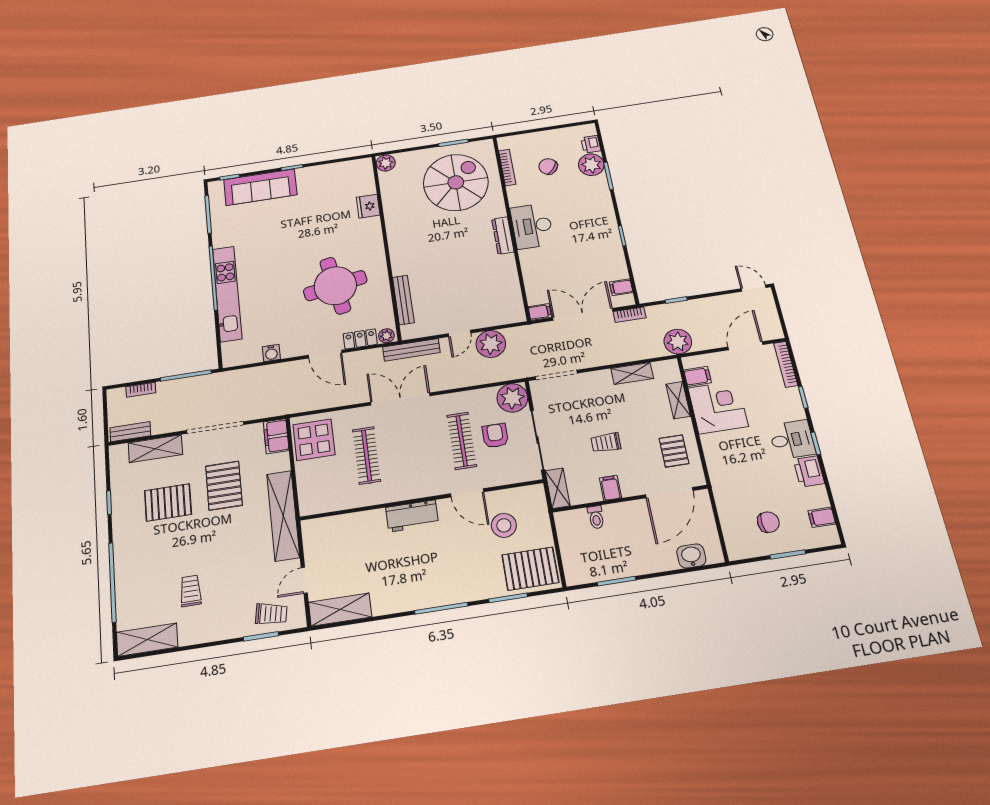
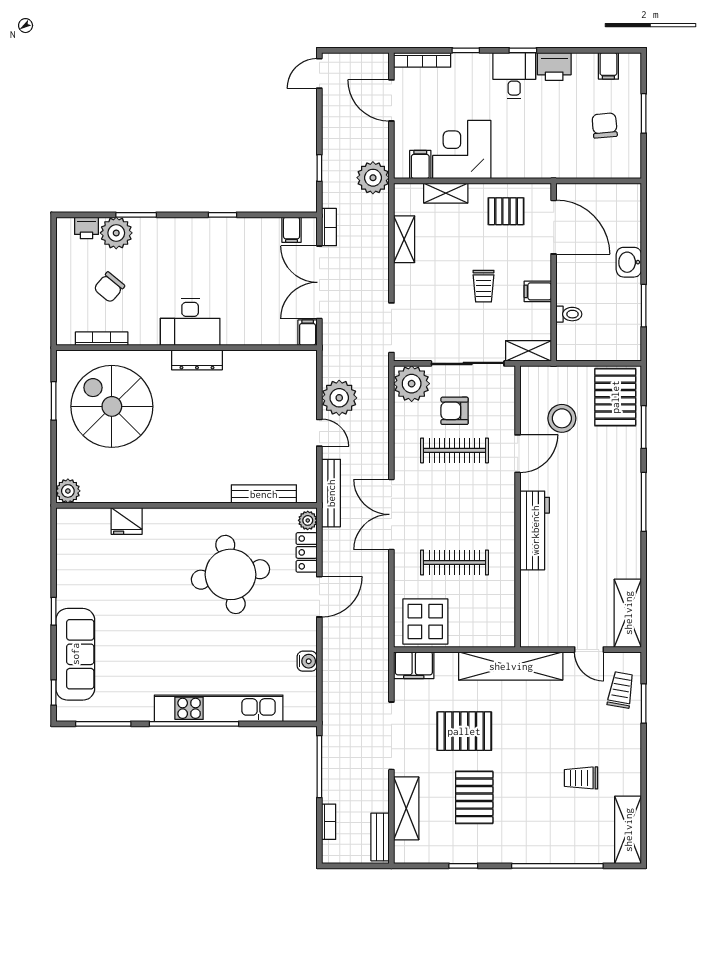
workbench: (412, 516) -> (535, 530), width x1.38
washbasin: (691, 556) -> (629, 262), moved

